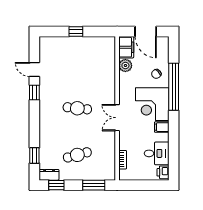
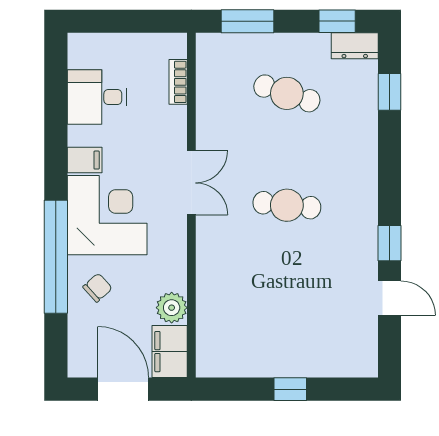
cafe table: (77, 155) -> (287, 93), turned 33
printer: (163, 172) -> (81, 52), removed

